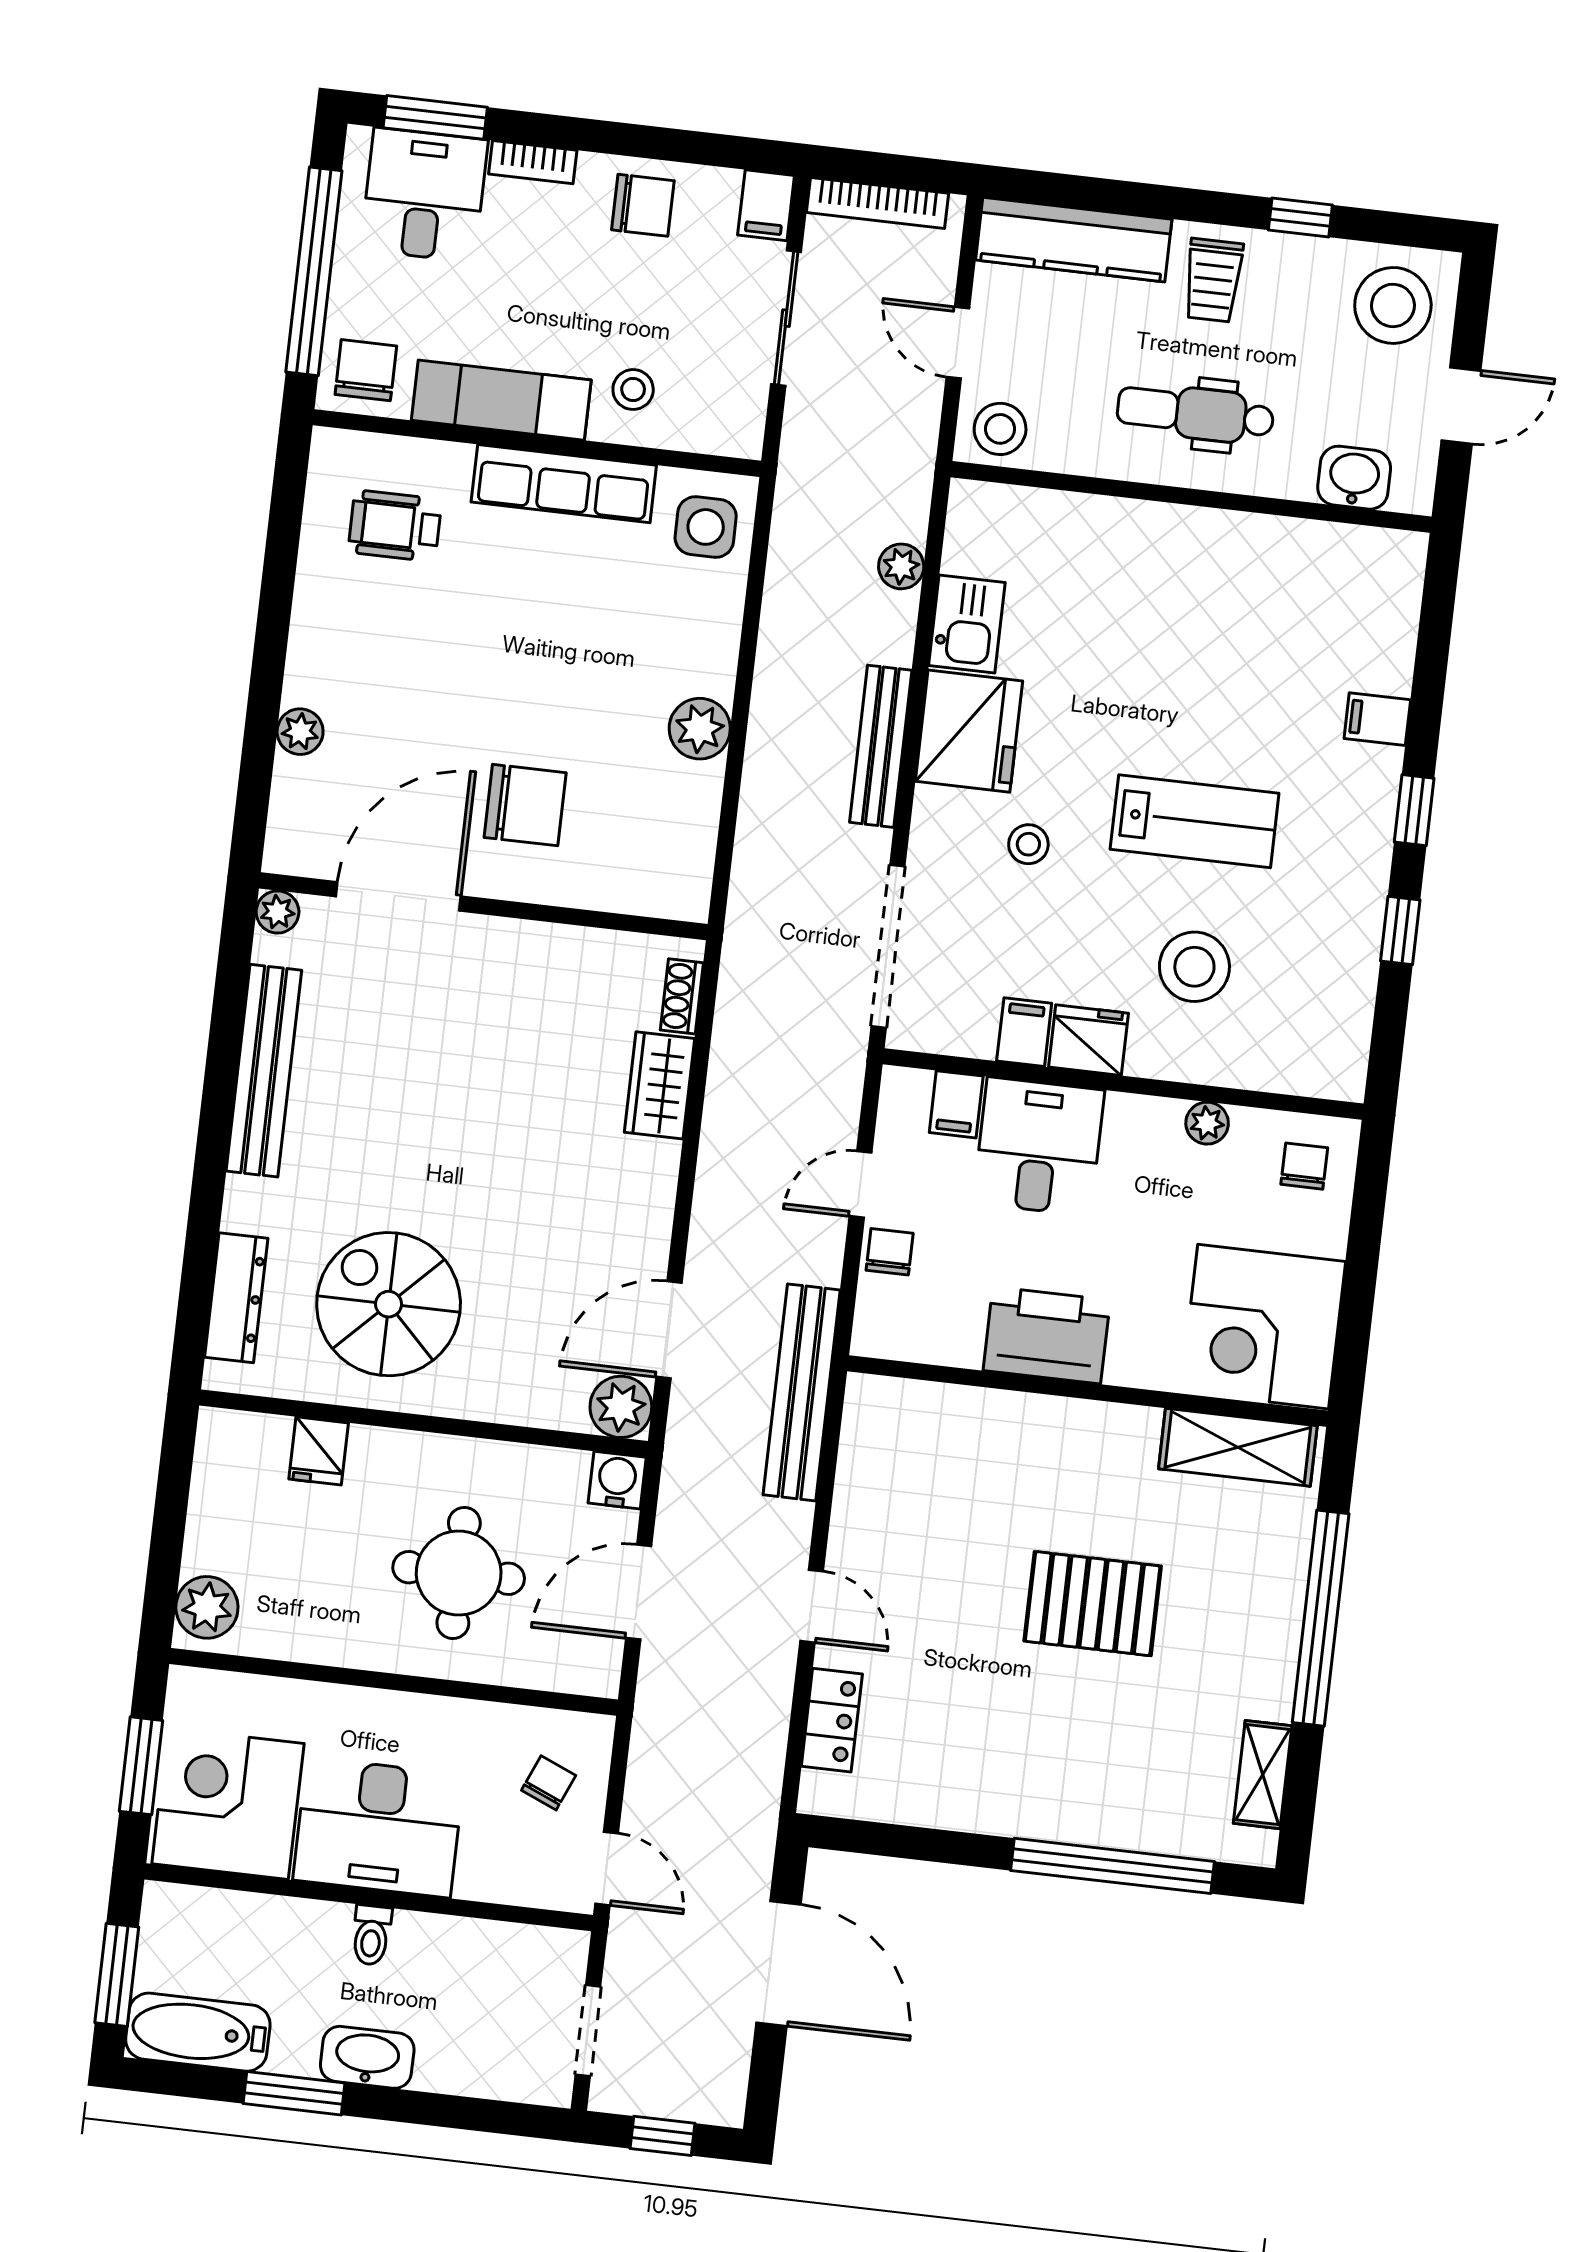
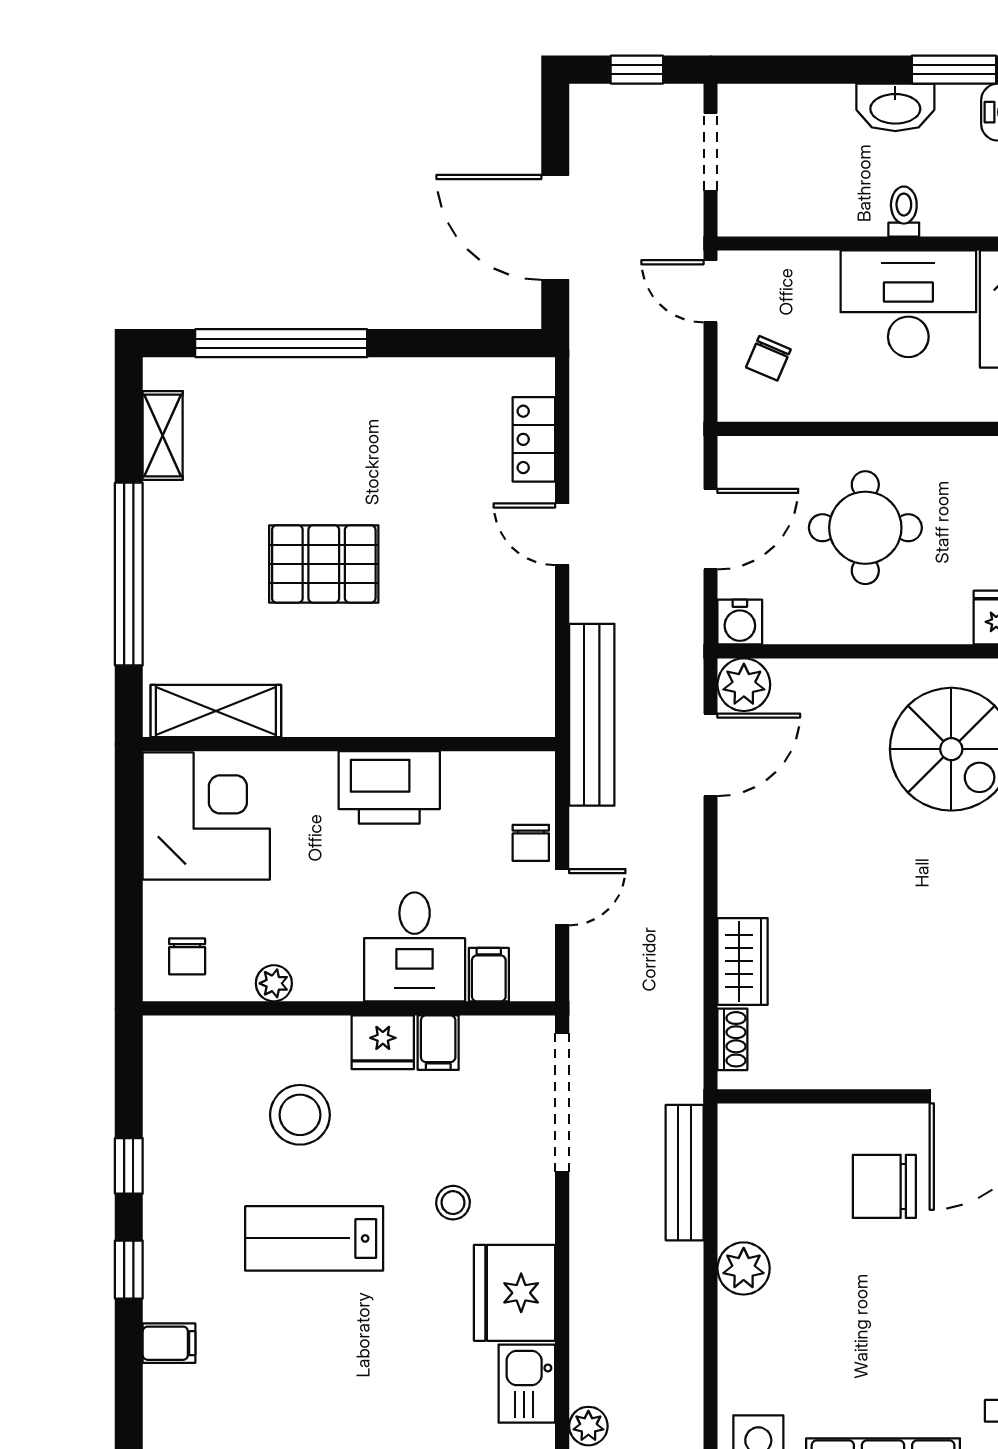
bench: (881, 746) -> (685, 1173), moved

